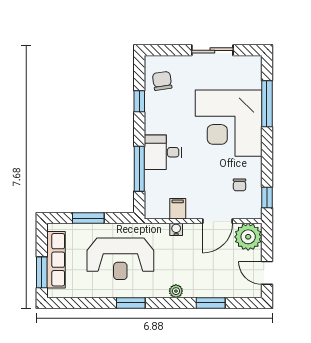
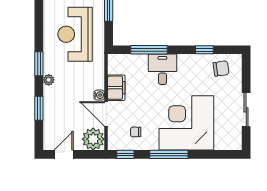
window: (267, 104) -> (169, 154), moved
filing cabinet: (178, 209) -> (116, 88), width x2.00
water cooler: (176, 229) -> (99, 95), moved
window: (131, 303) -> (39, 64), moved

